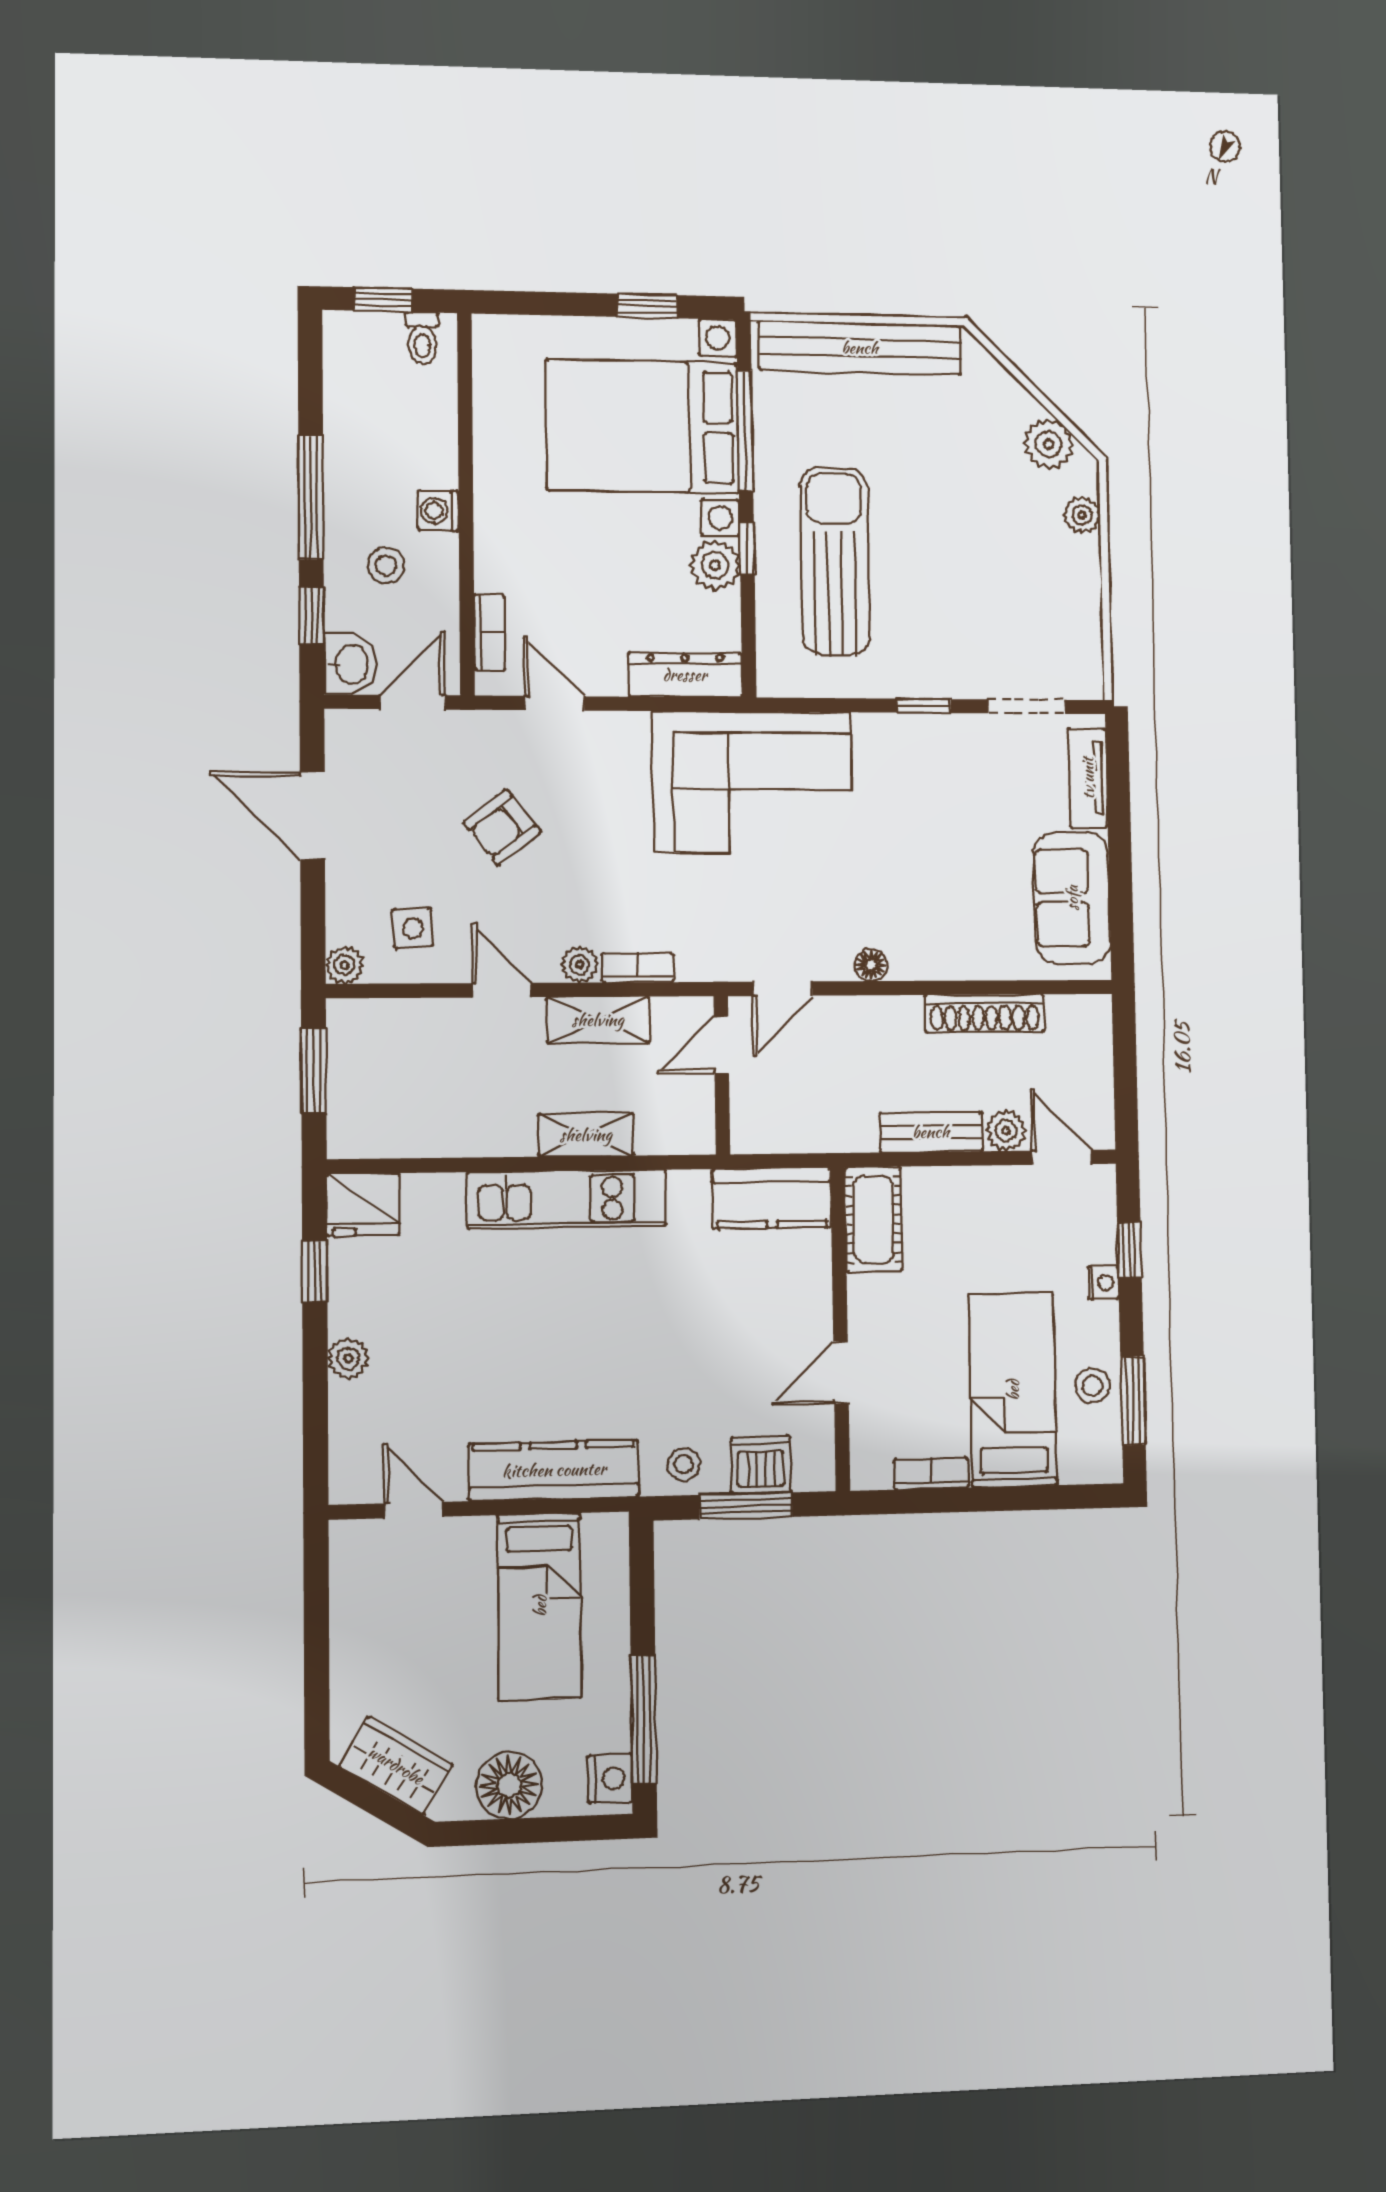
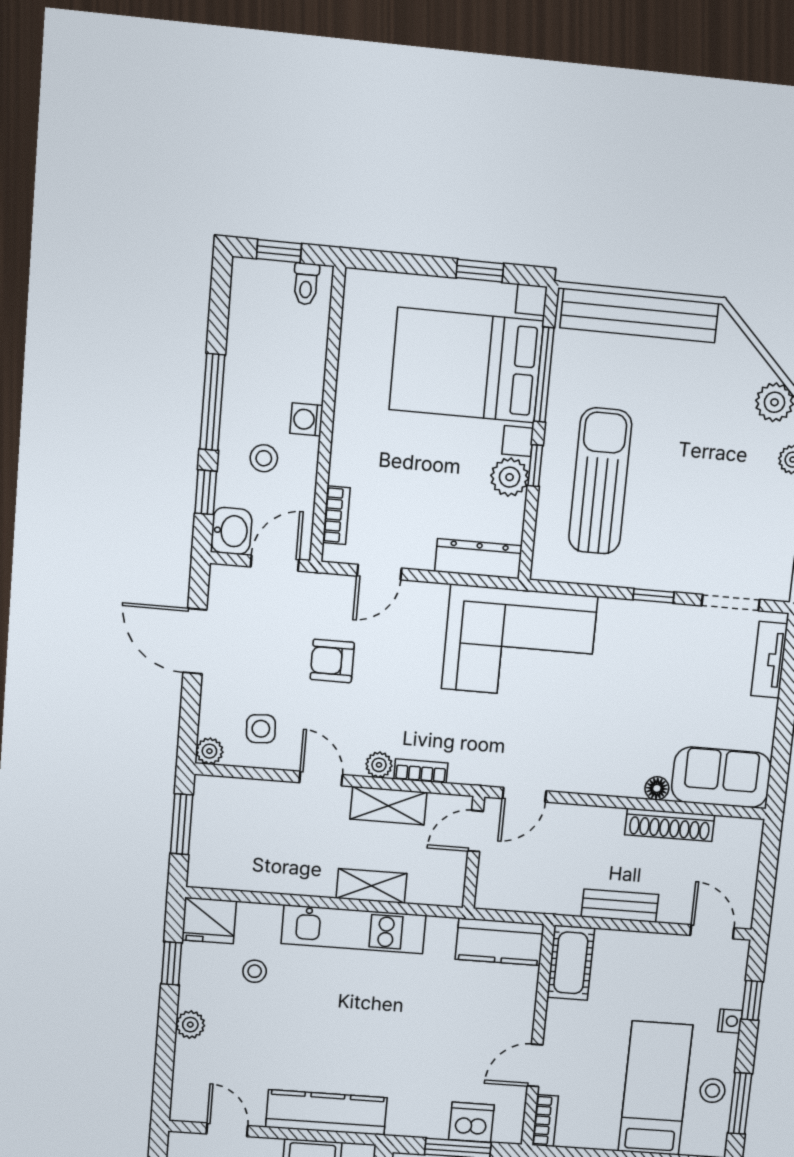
door: (554, 703) -> (379, 572), swing flipped
armchair: (502, 827) -> (332, 661), turned 38
sofa: (1072, 898) -> (721, 777), moved, turned 90
floor lamp: (871, 965) -> (657, 788), moved
plant: (1006, 1131) -> (674, 909), removed
stool: (684, 1464) -> (255, 971), moved
bookcase: (931, 1473) -> (545, 1121), moved, turned 90

